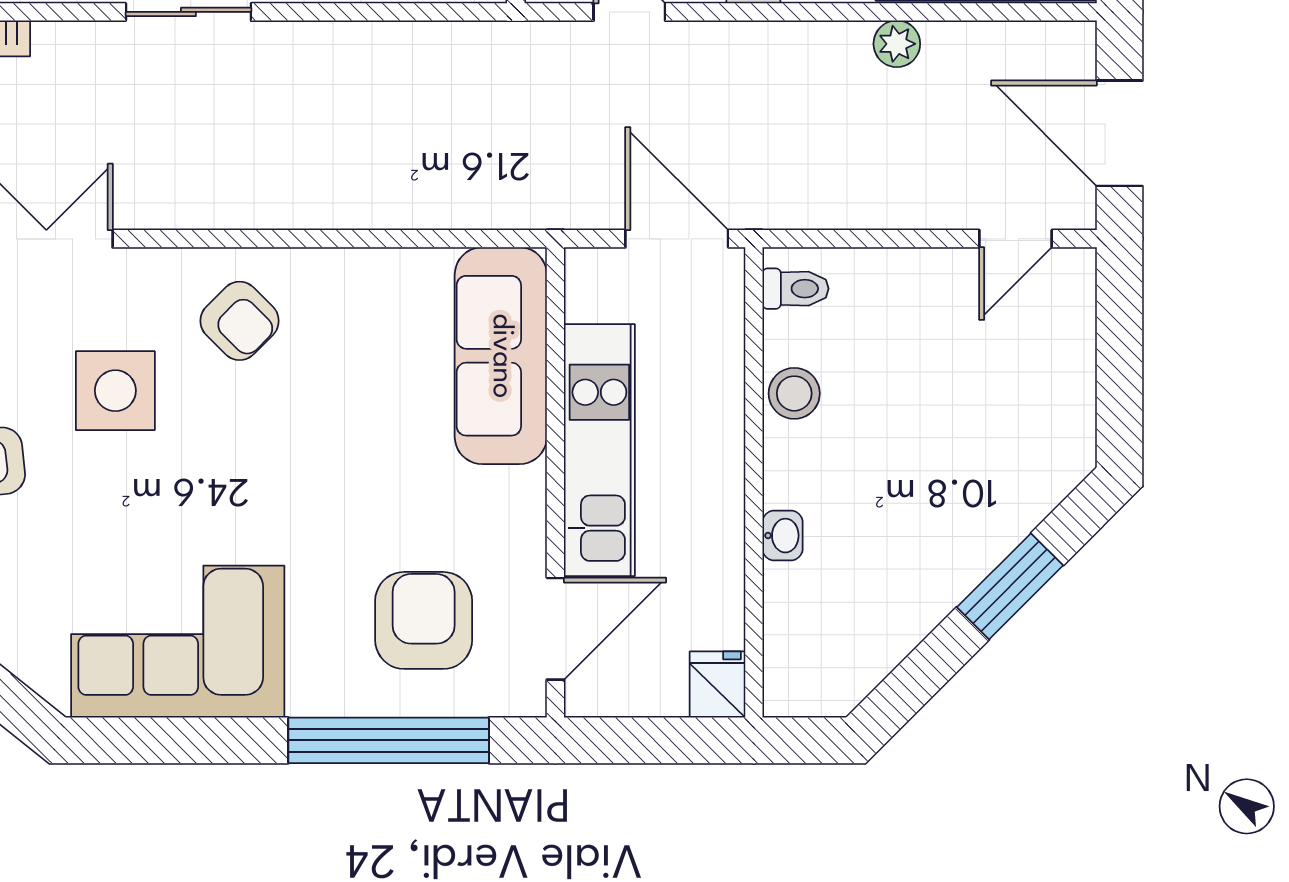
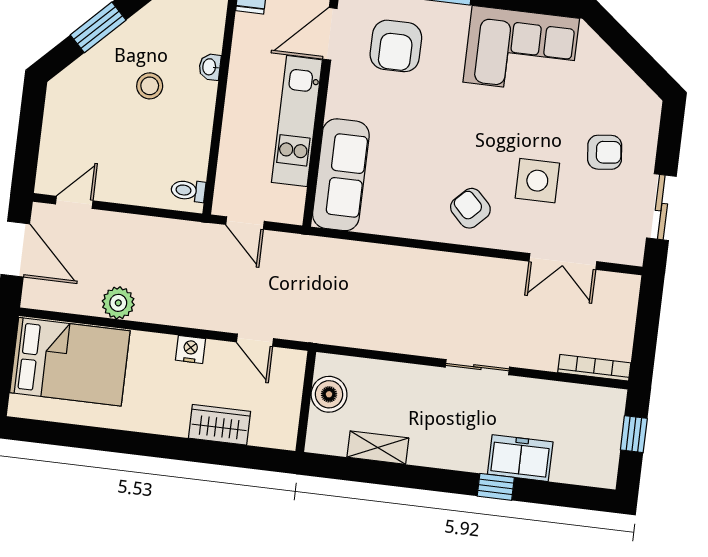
plant: (897, 44) -> (118, 303), width x1.38, depth x1.38
door: (677, 239) -> (245, 223), width x0.73
stool: (794, 393) -> (150, 86), moved

